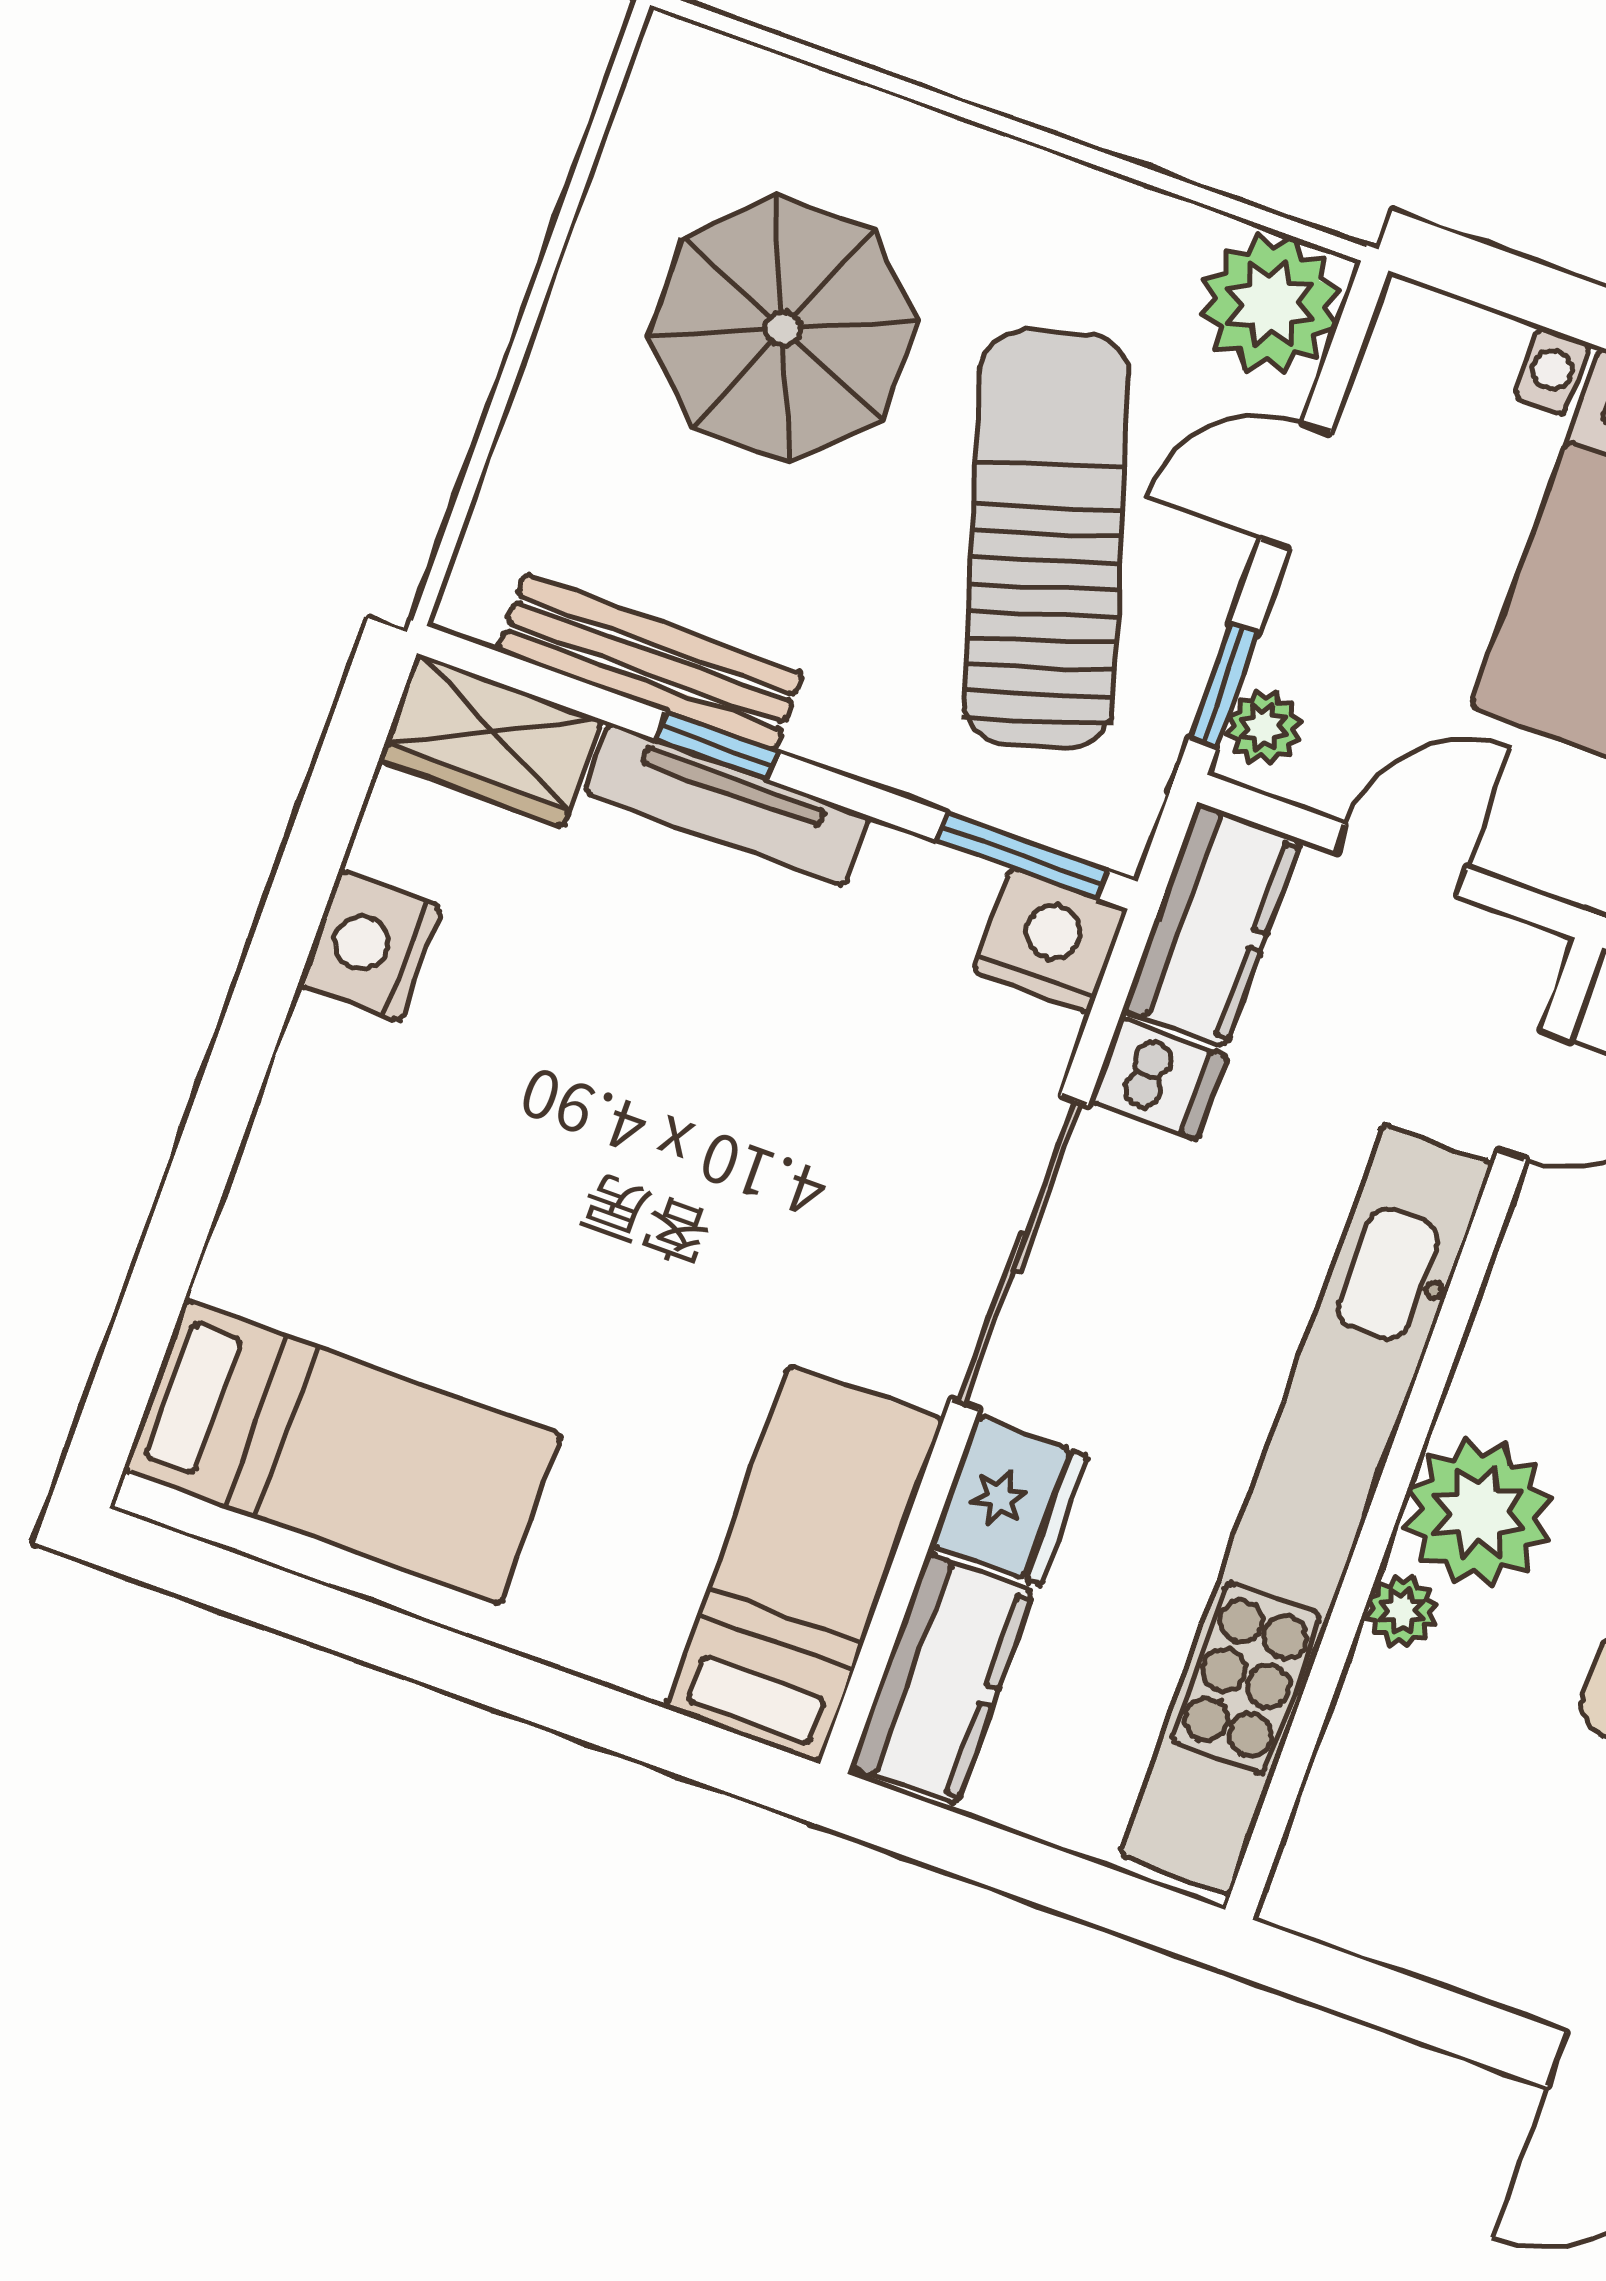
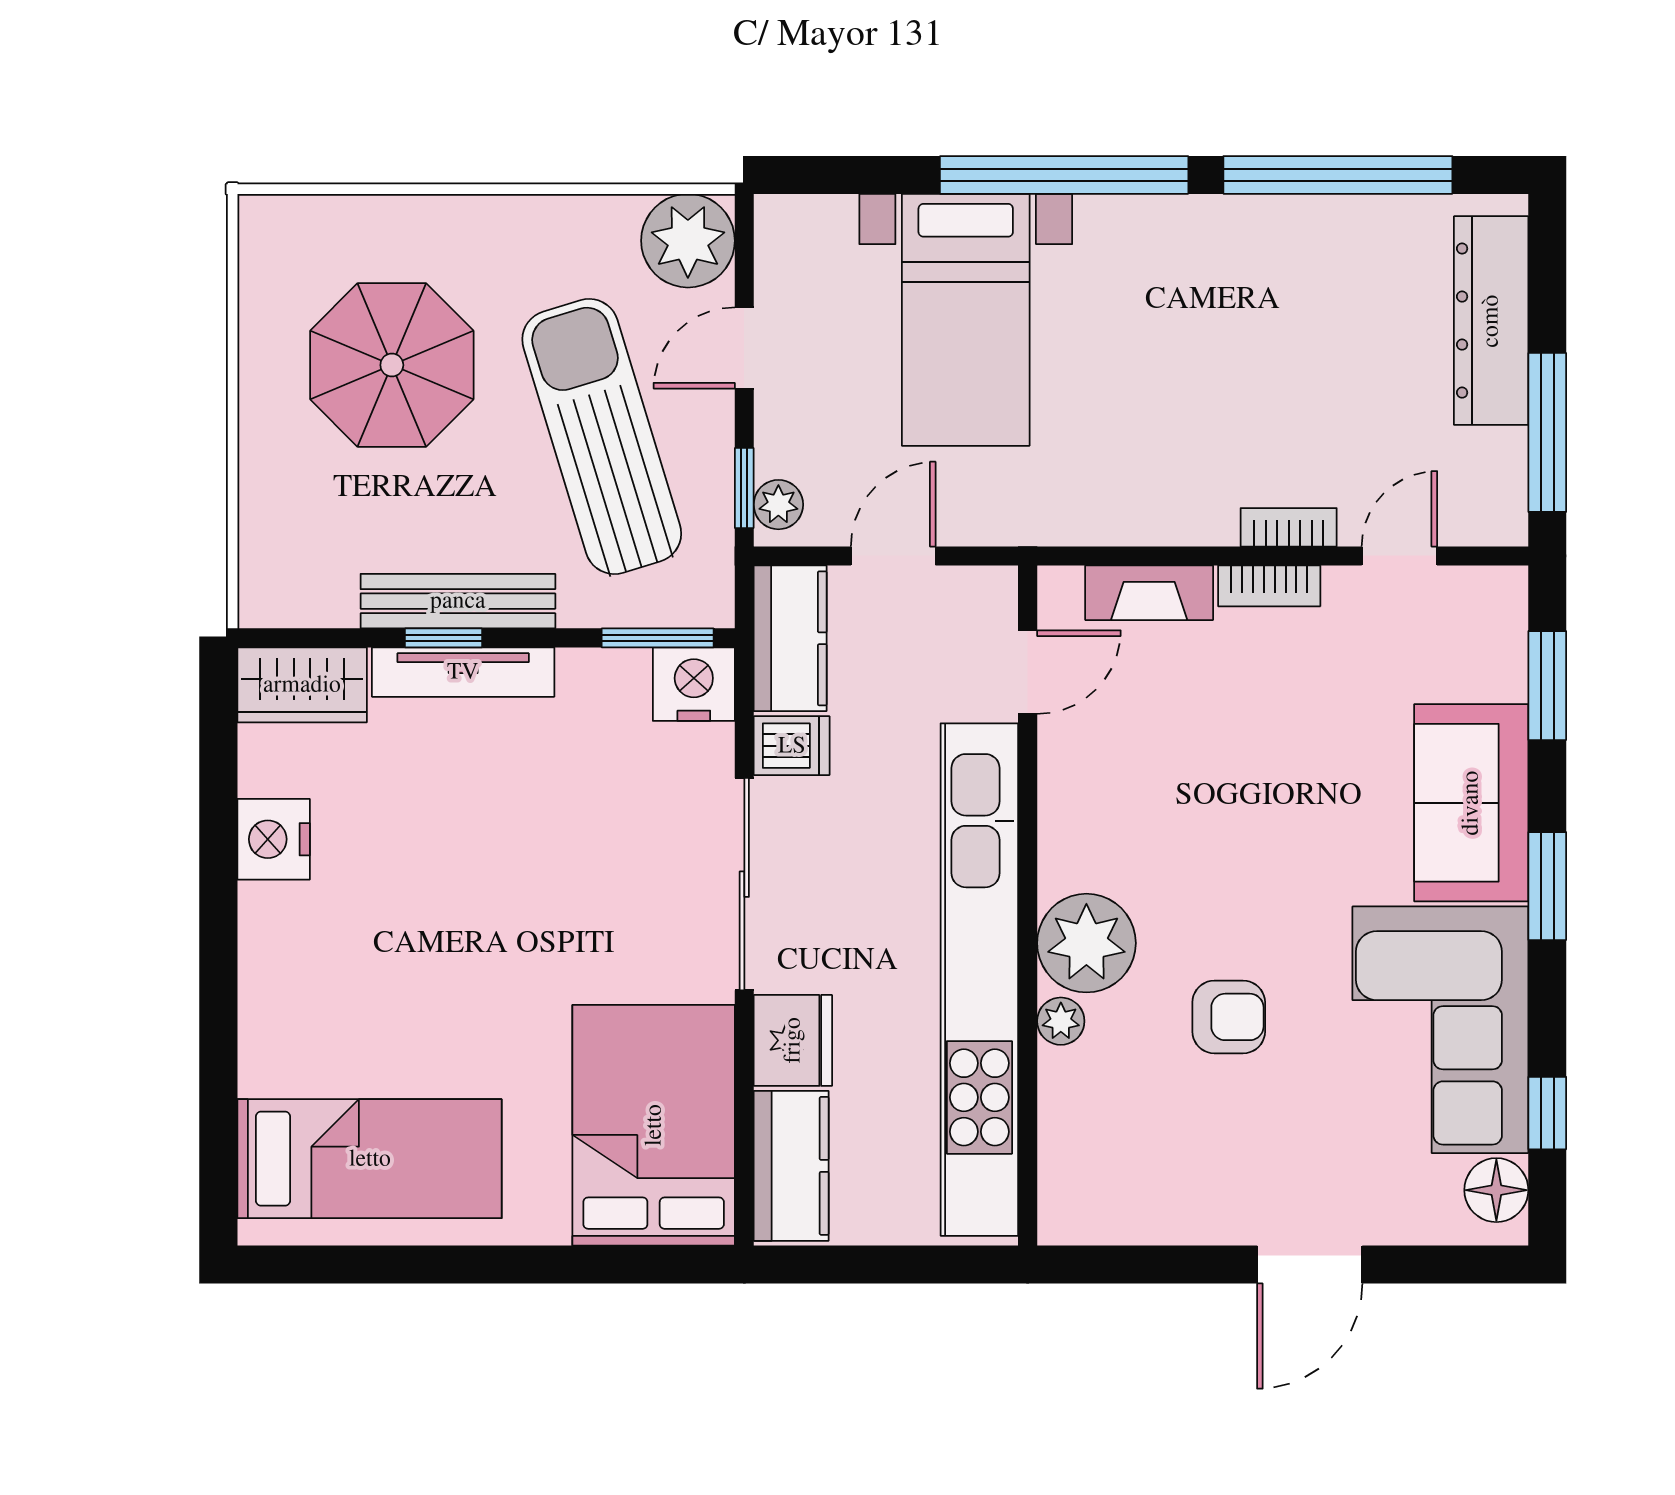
bench: (650, 662) -> (458, 601), moved
bed: (805, 1564) -> (654, 1125), width x1.50

